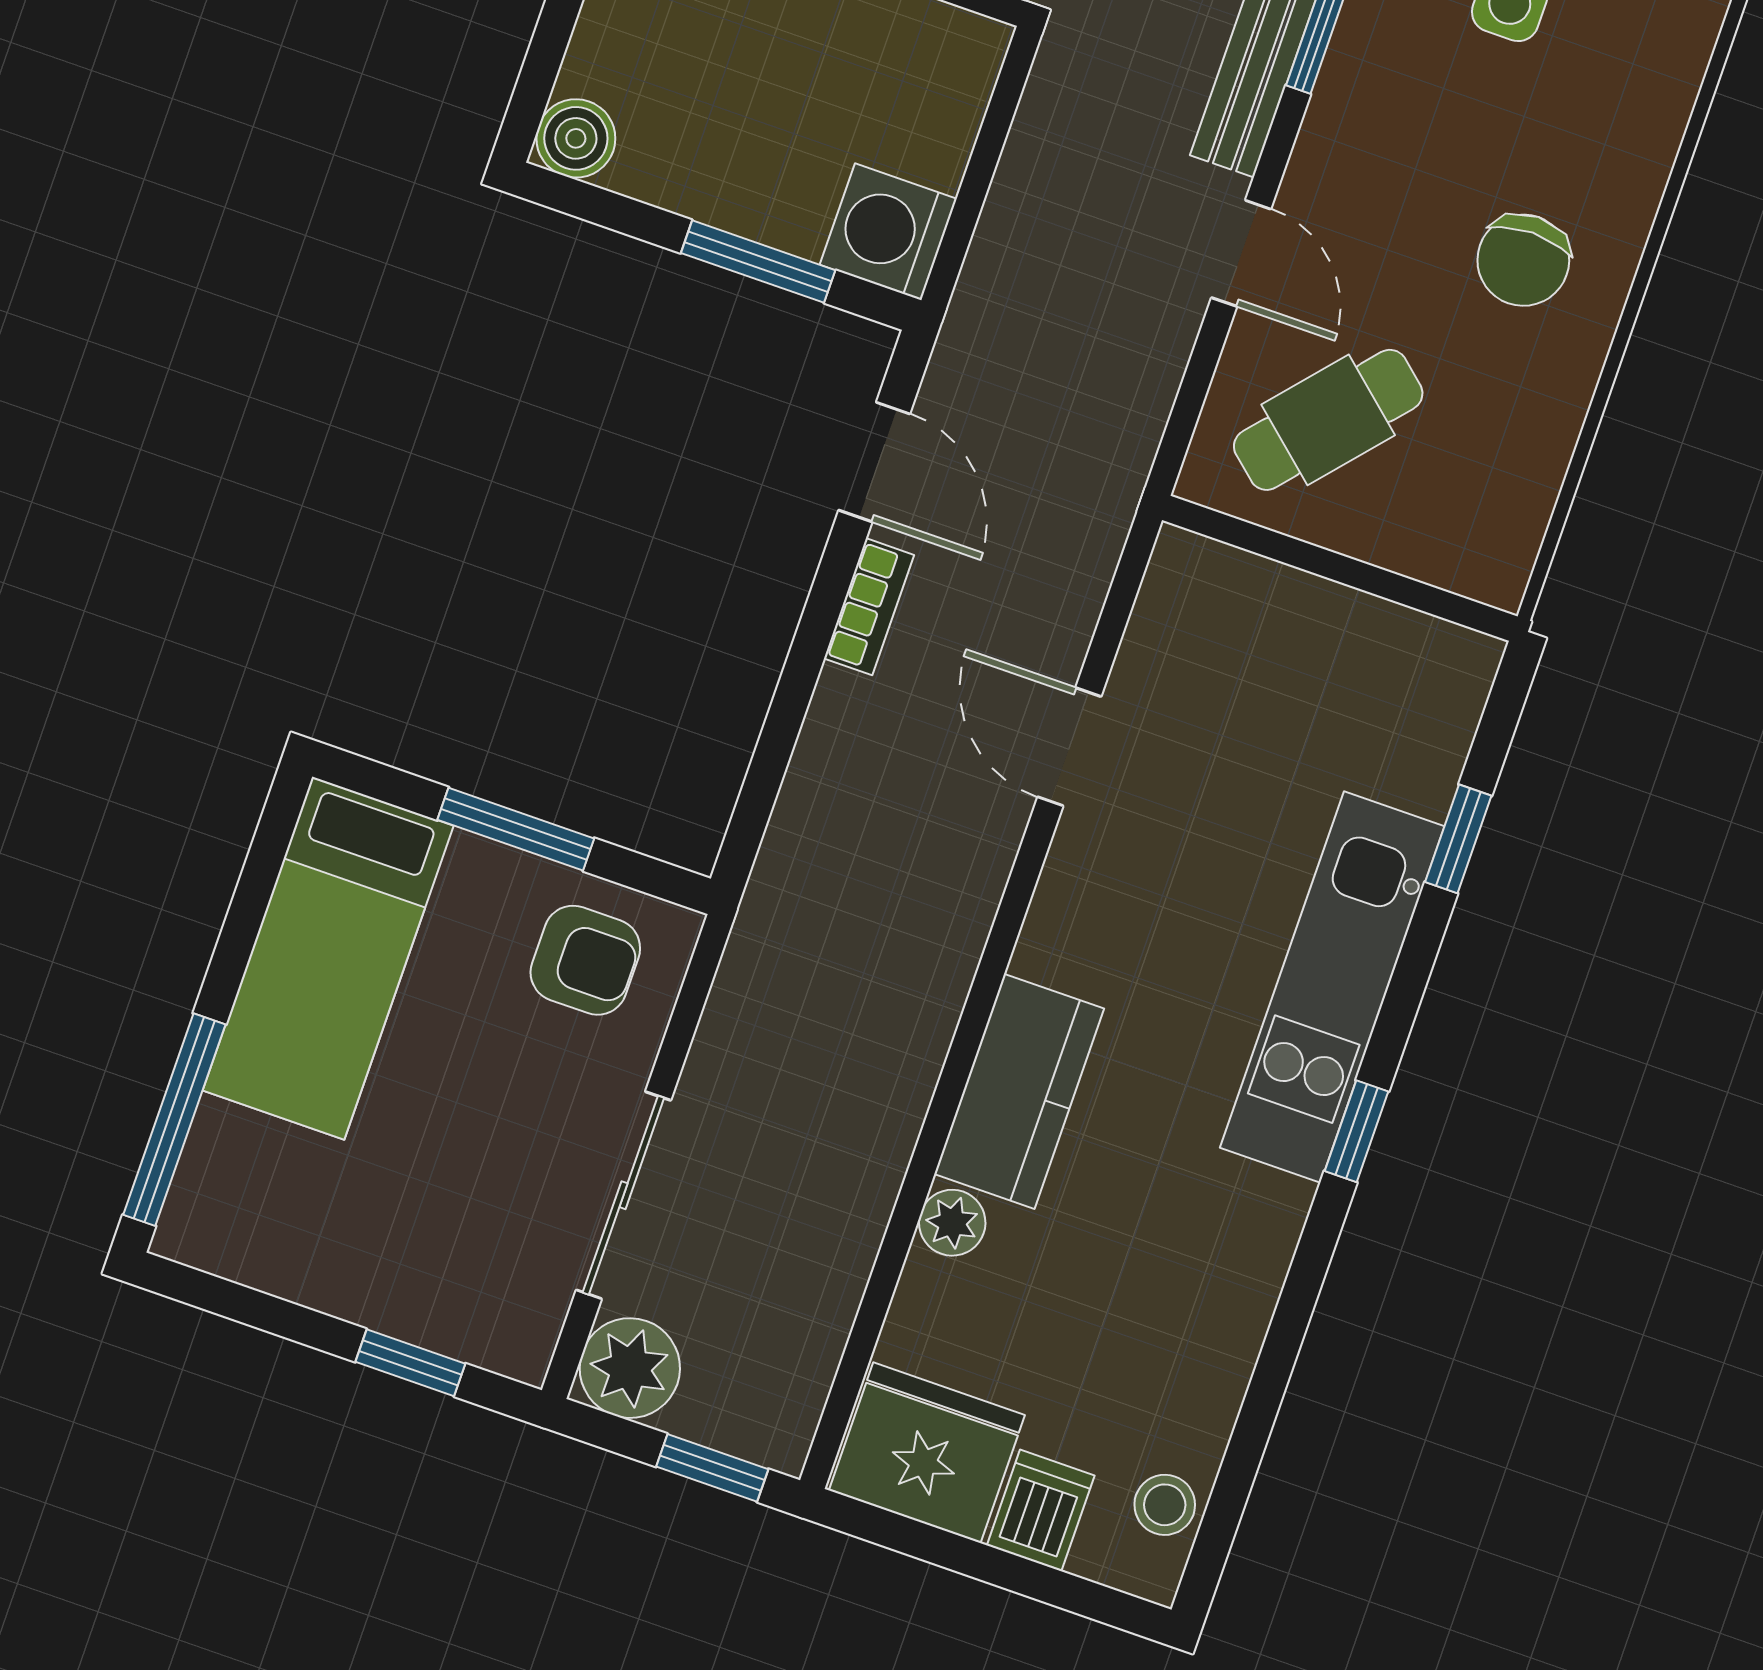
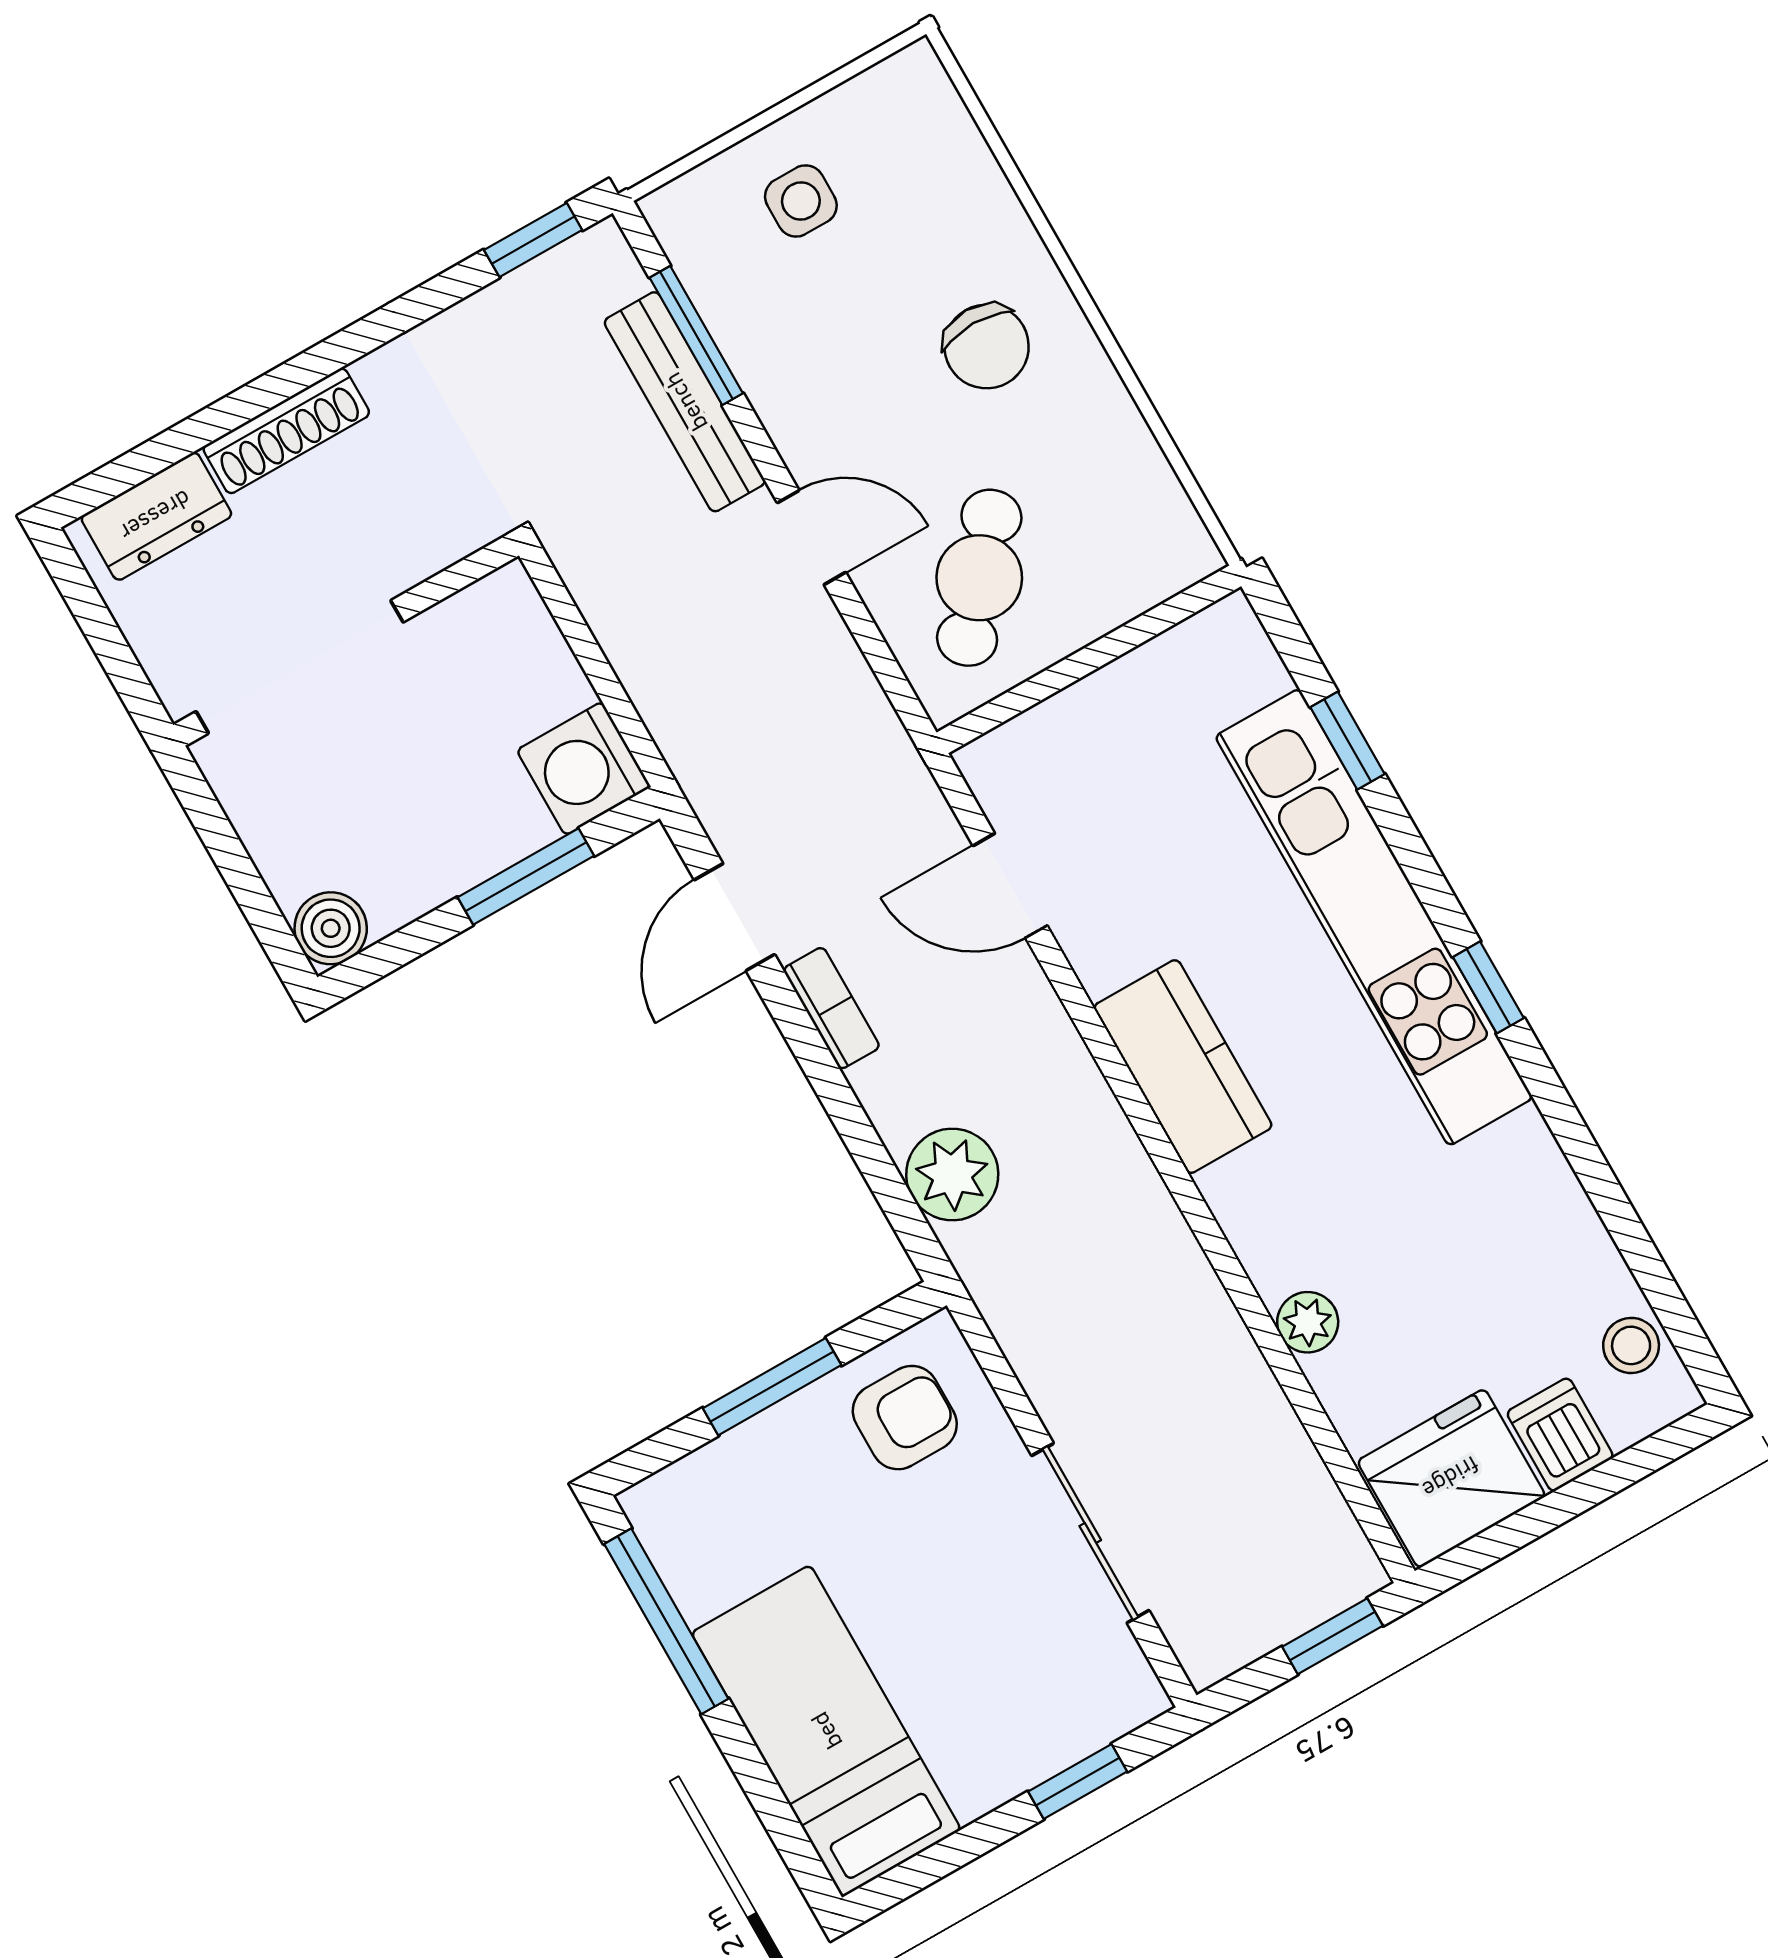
door: (874, 462) -> (735, 917), swing flipped
door: (1069, 747) -> (1010, 885), moved
bed: (328, 958) -> (826, 1731), moved, turned 180
kitchen unit: (1332, 987) -> (1374, 917), width x1.36
kitchen counter: (1019, 1091) -> (1183, 1067), moved
window: (174, 1120) -> (666, 1621), moved
plant: (630, 1368) -> (952, 1174), moved

